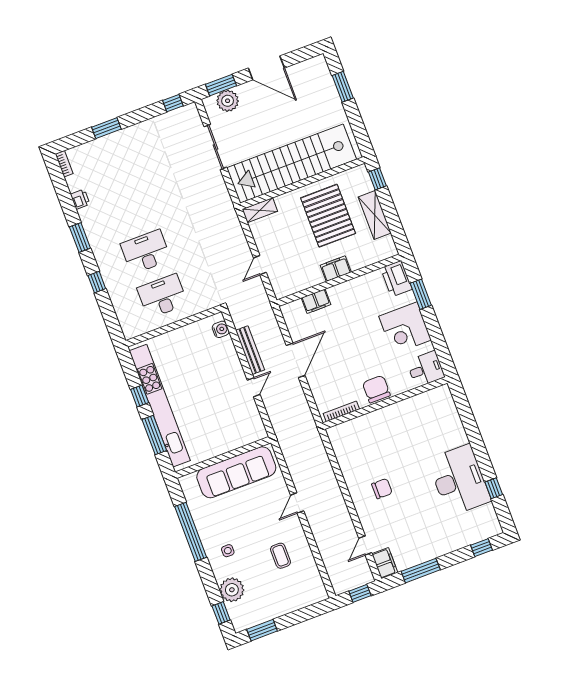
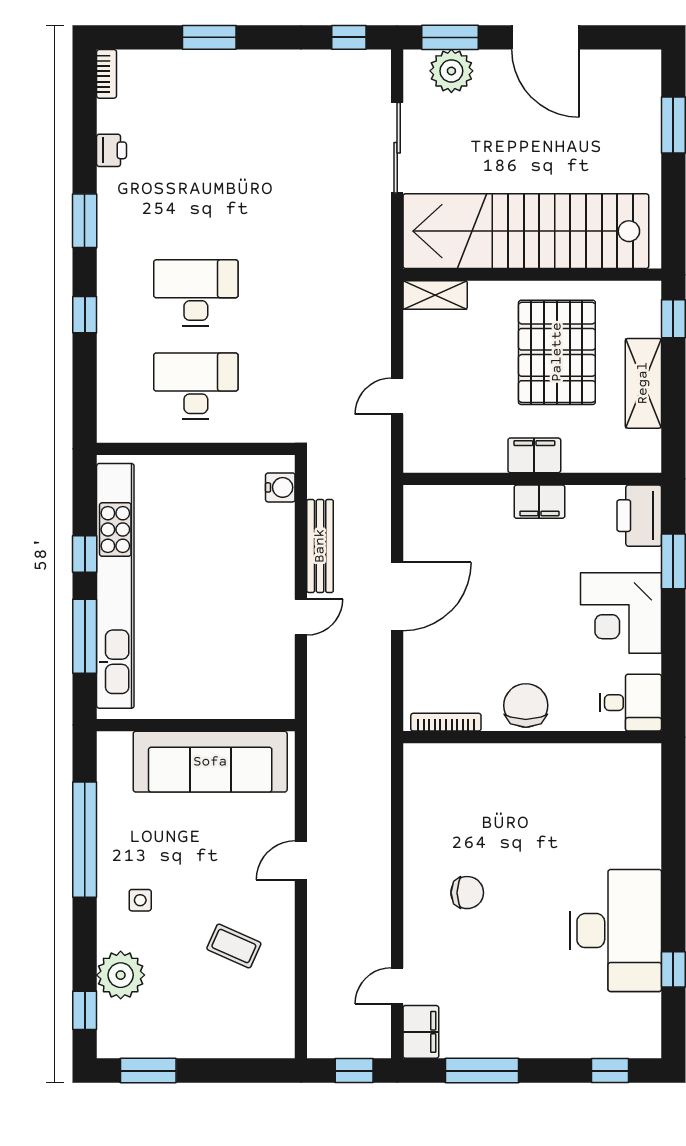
filing cabinet: (316, 301) -> (539, 502), moved
coffee table: (281, 556) -> (234, 946), turned -66

